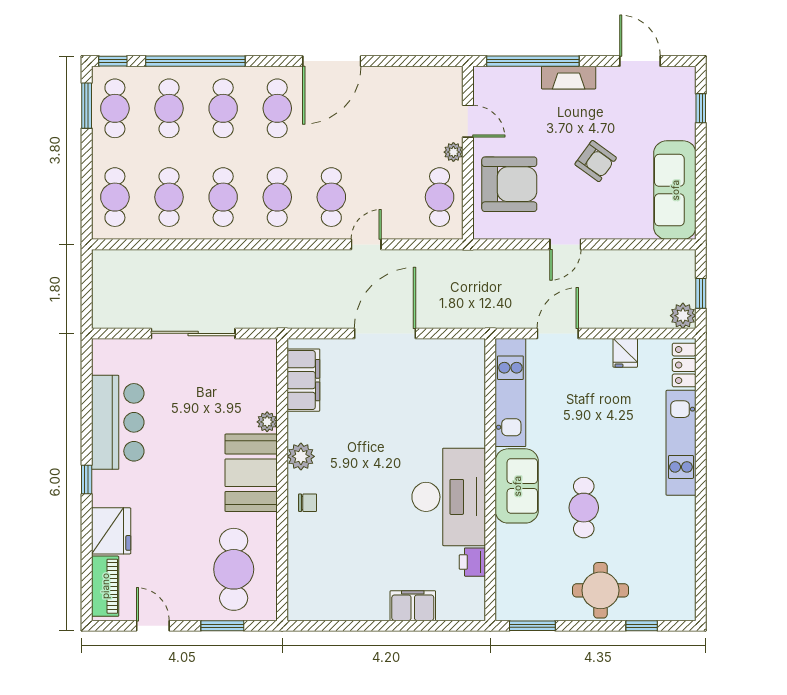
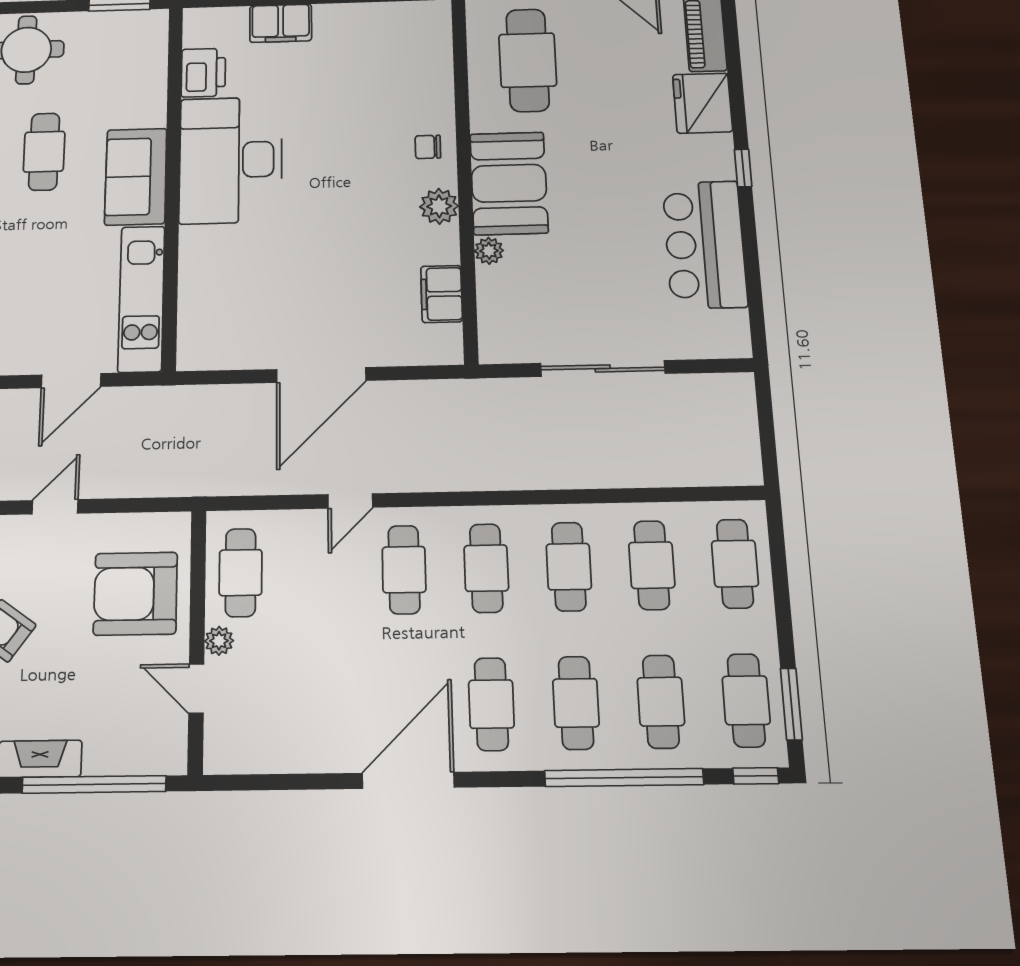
filing cabinet: (303, 380) -> (442, 294), width x0.67, depth x0.86
printer: (472, 562) -> (203, 73), width x1.36, depth x1.24

